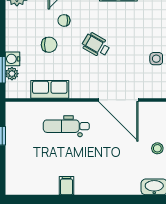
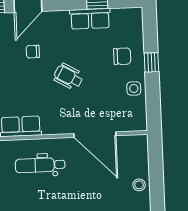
chair: (49, 45) -> (122, 56), moved

